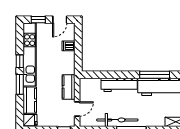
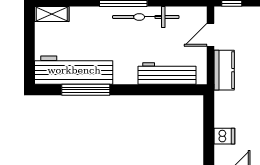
workbench: (119, 85) -> (167, 74), moved

